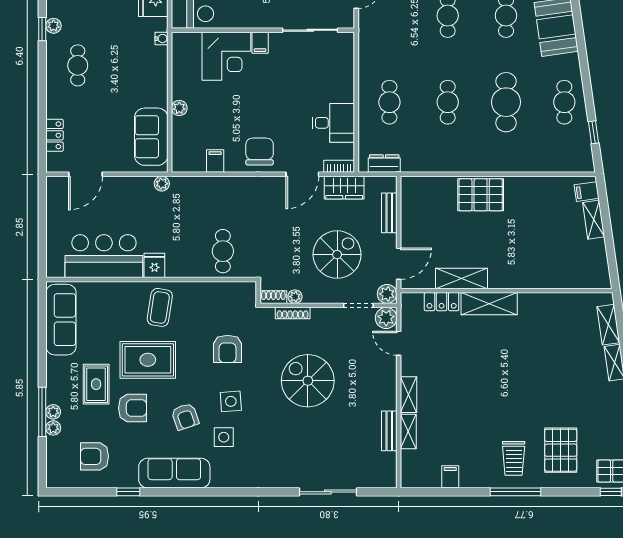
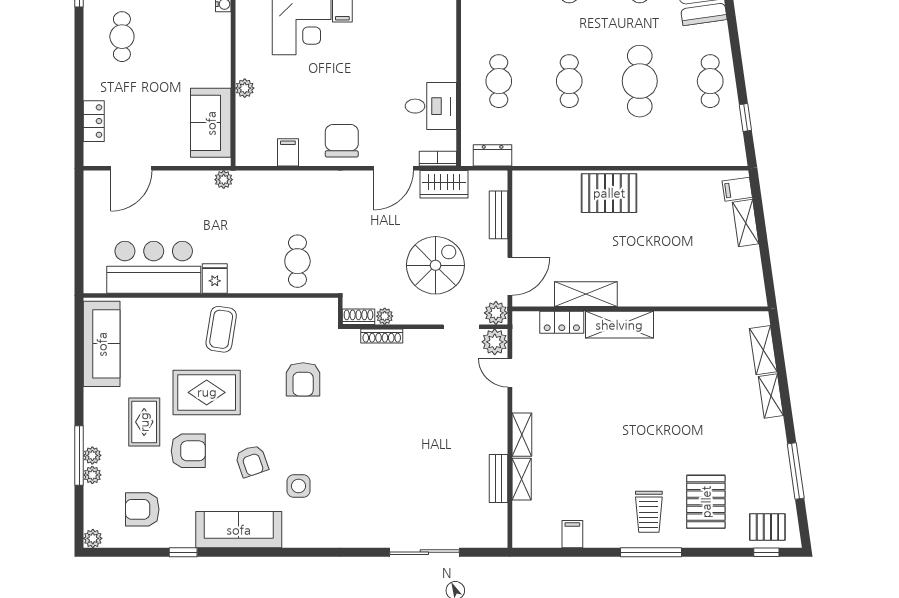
spiral stairs: (308, 381) -> (400, 418), removed
side table: (231, 401) -> (307, 443), removed
plant: (54, 480) -> (93, 538), added

